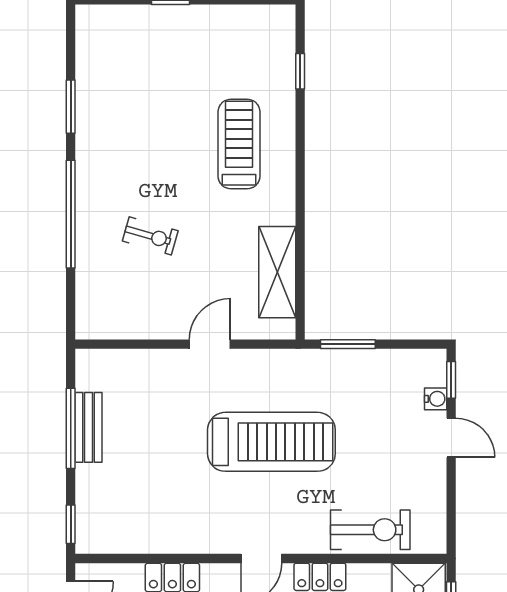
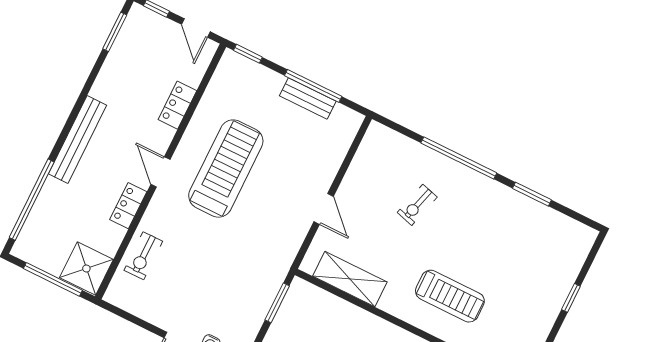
treadmill: (271, 442) -> (226, 169), moved, turned 180
exercise bike: (370, 530) -> (143, 256), width x0.73, depth x0.72

